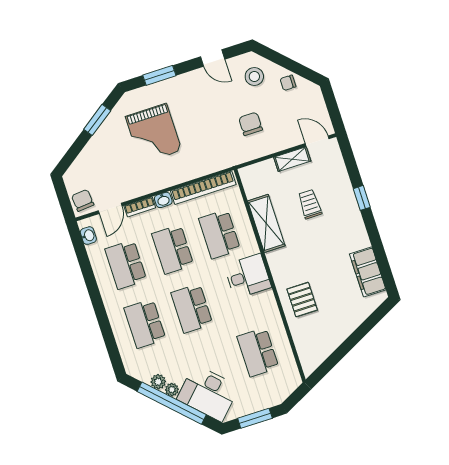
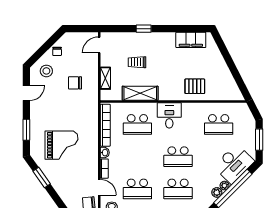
shelving: (292, 159) -> (105, 78), moved
school desk: (173, 249) -> (137, 157), removed

